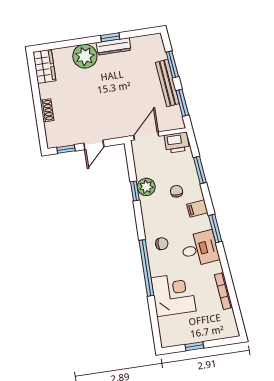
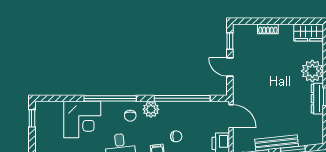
plant: (146, 187) -> (151, 109), moved
window: (135, 191) -> (182, 98), width x3.17
window: (194, 346) -> (32, 118), moved

